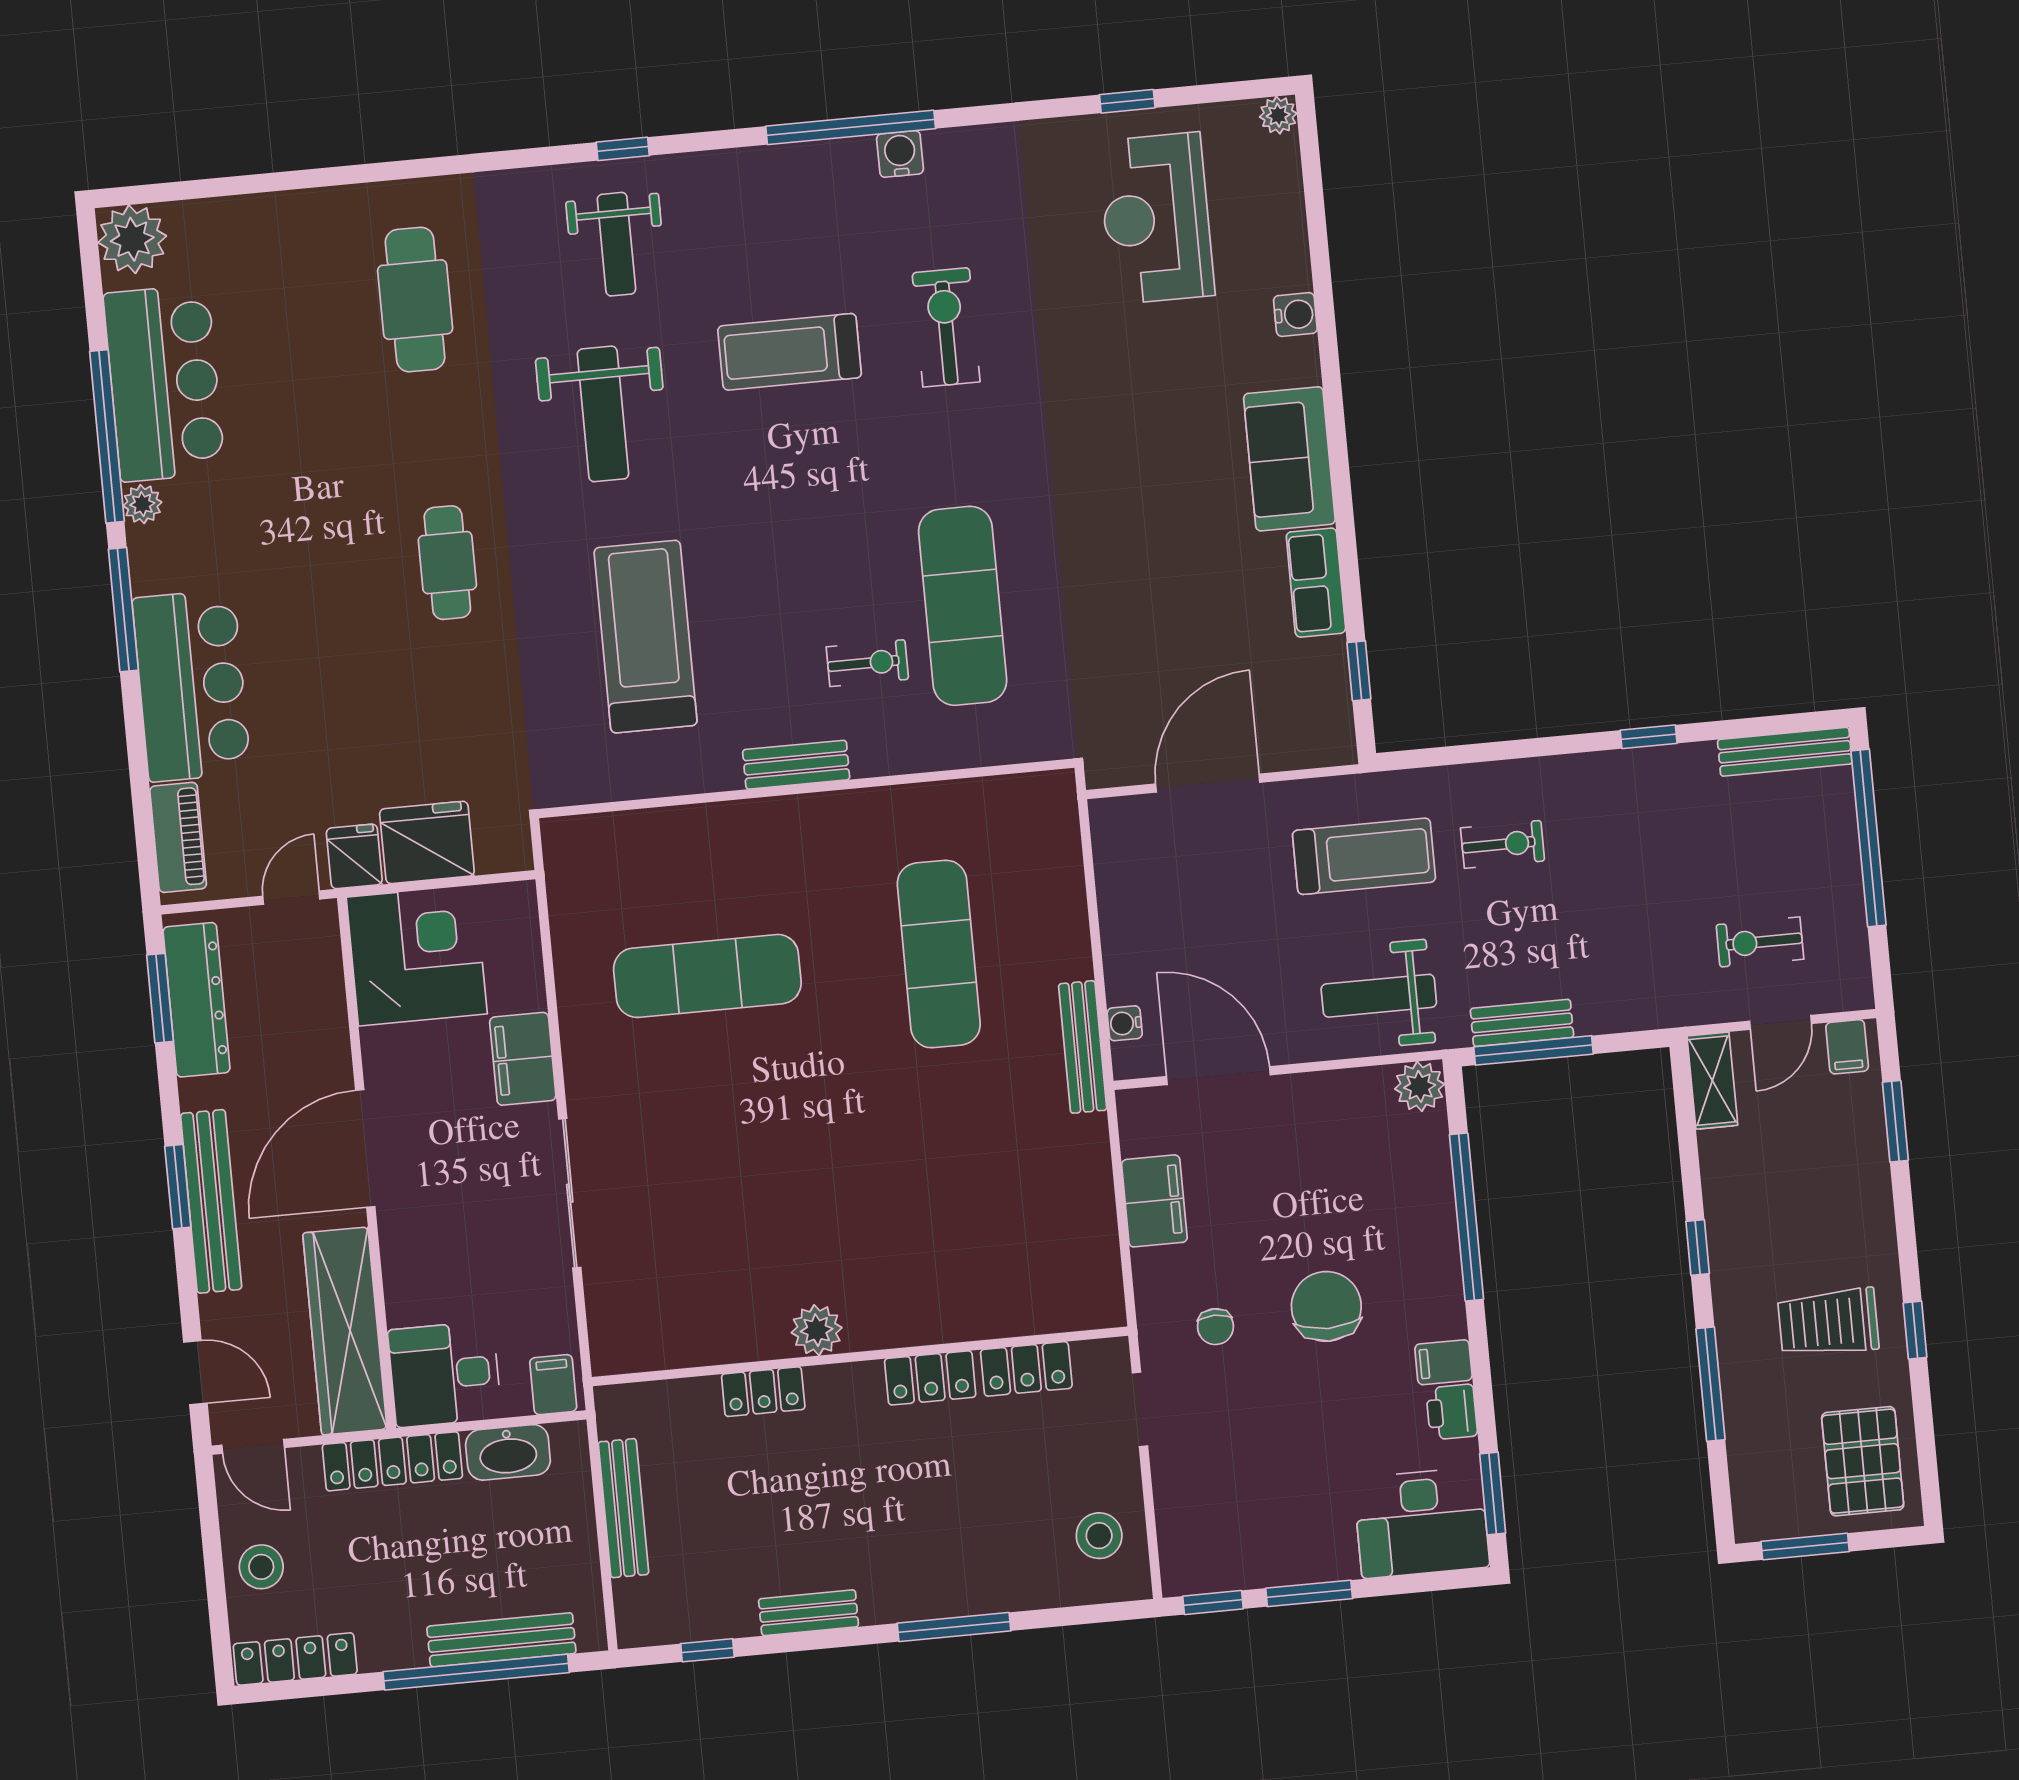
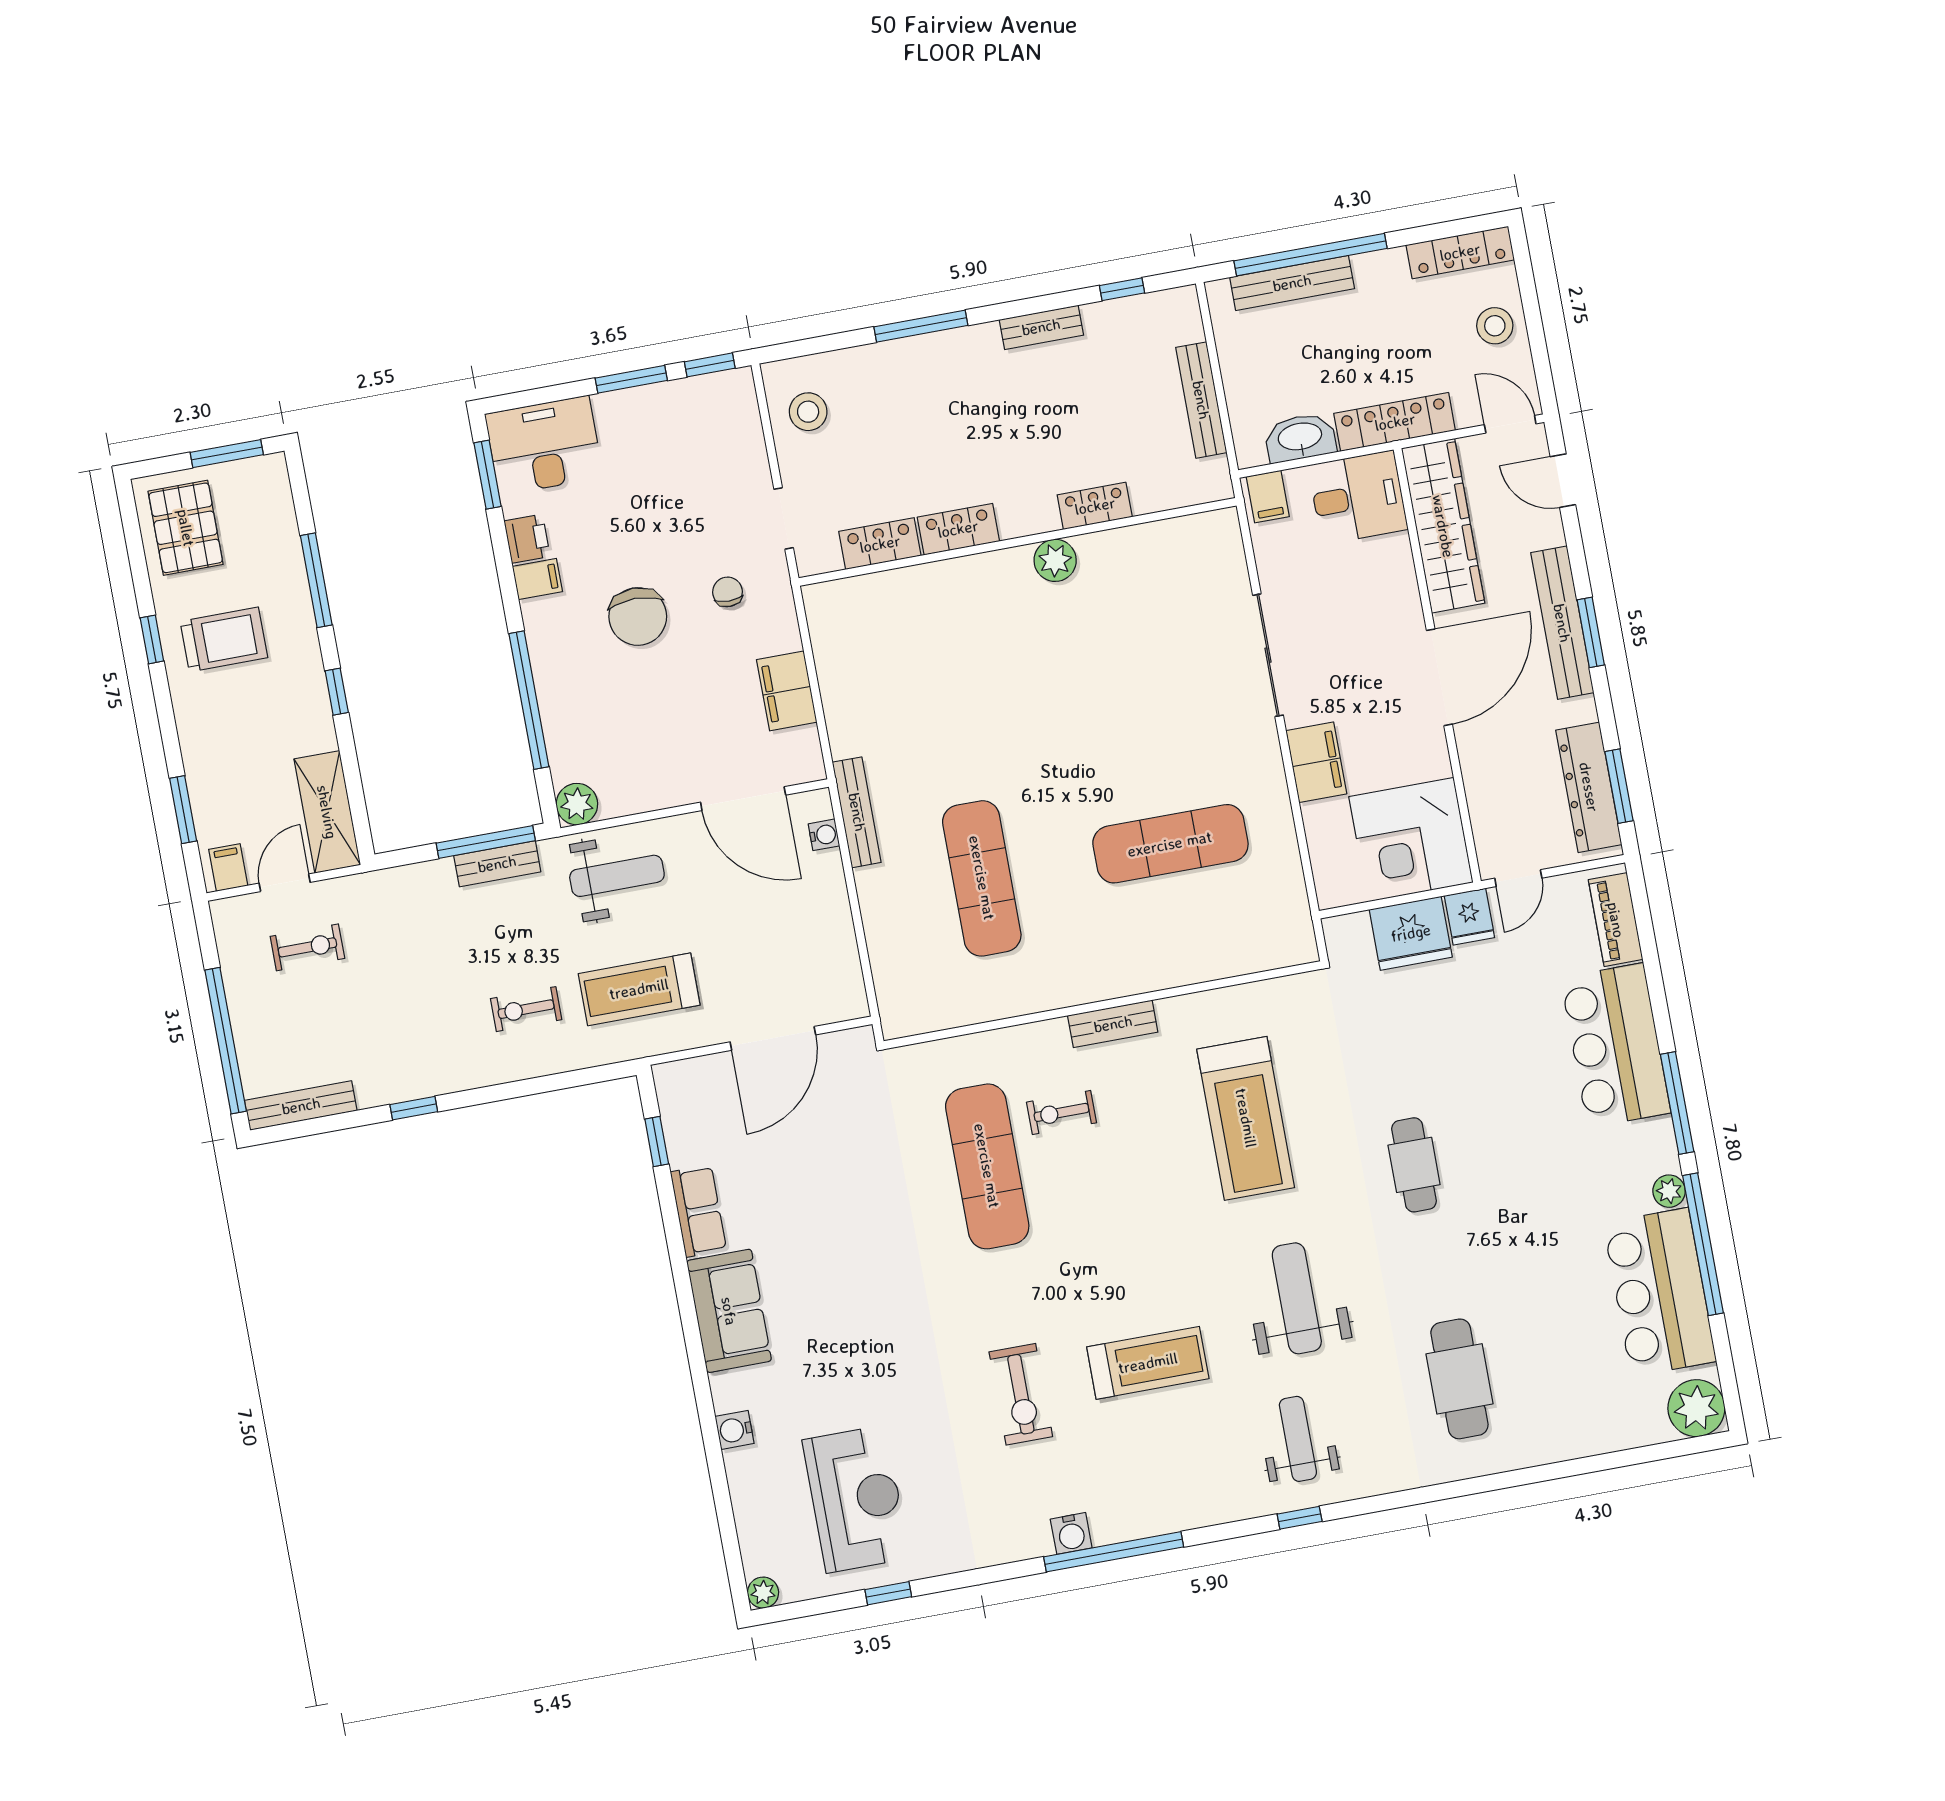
shelving: (1712, 1081) -> (327, 812), width x1.50, depth x1.33

